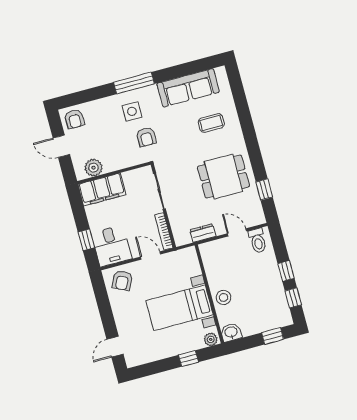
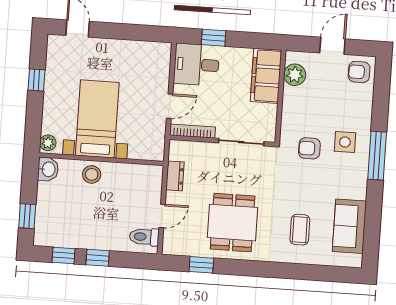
sofa: (188, 88) -> (349, 226), width x0.73
armchair: (122, 280) -> (152, 63), removed
window: (188, 359) -> (36, 80), moved

